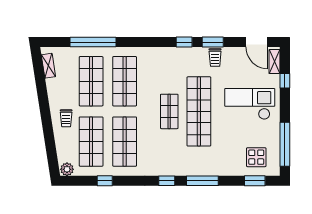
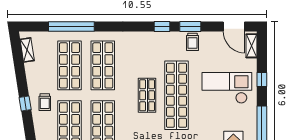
window: (285, 81) -> (262, 79), moved
window: (46, 120) -> (25, 103), added

